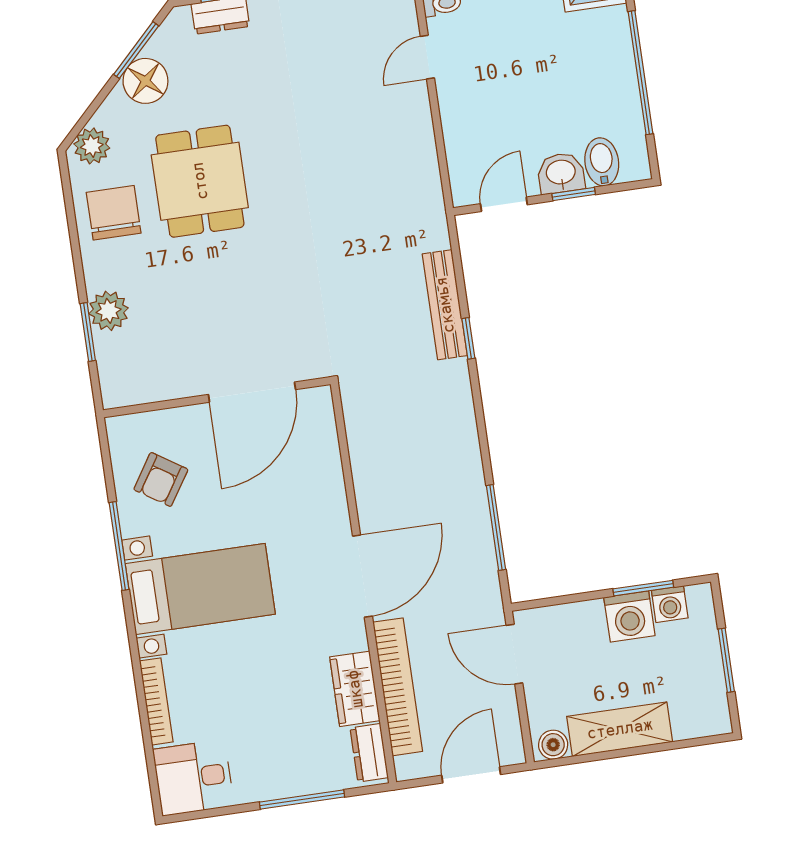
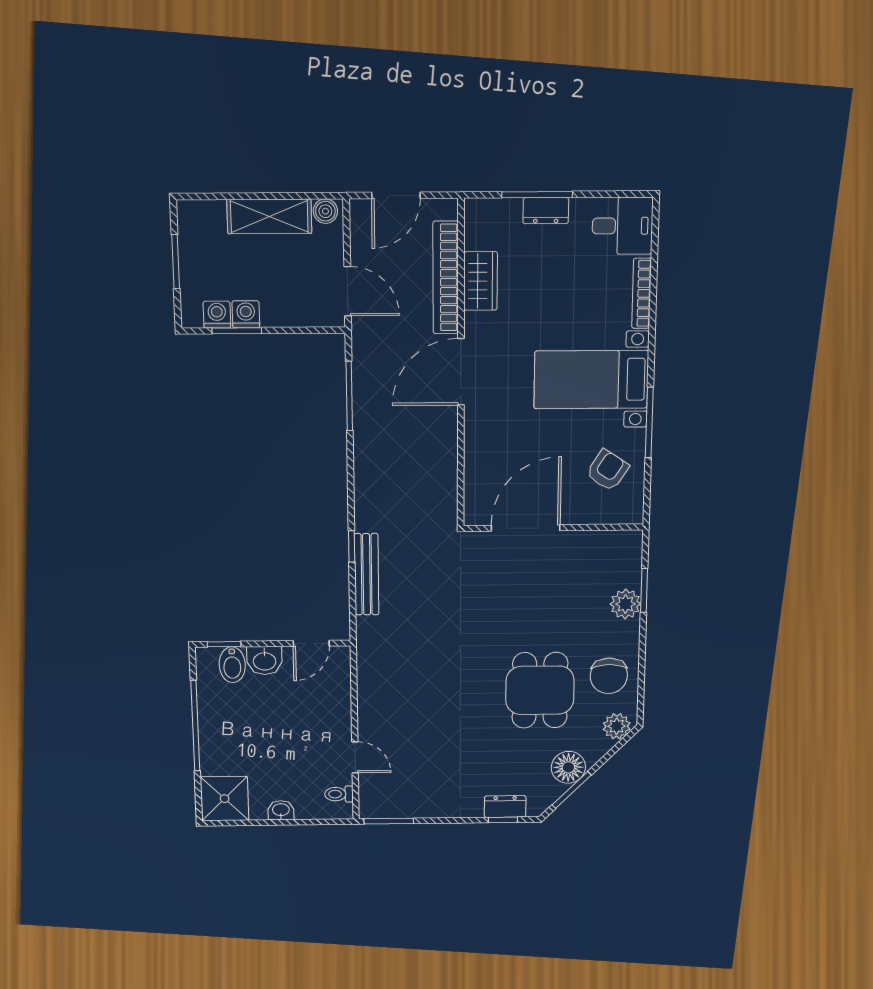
door: (427, 57) -> (355, 757), hinge flipped
window: (574, 194) -> (224, 644), moved
washing machine: (629, 616) -> (246, 314), width x0.73, depth x0.73
dresser: (369, 753) -> (546, 211), moved, turned 90

